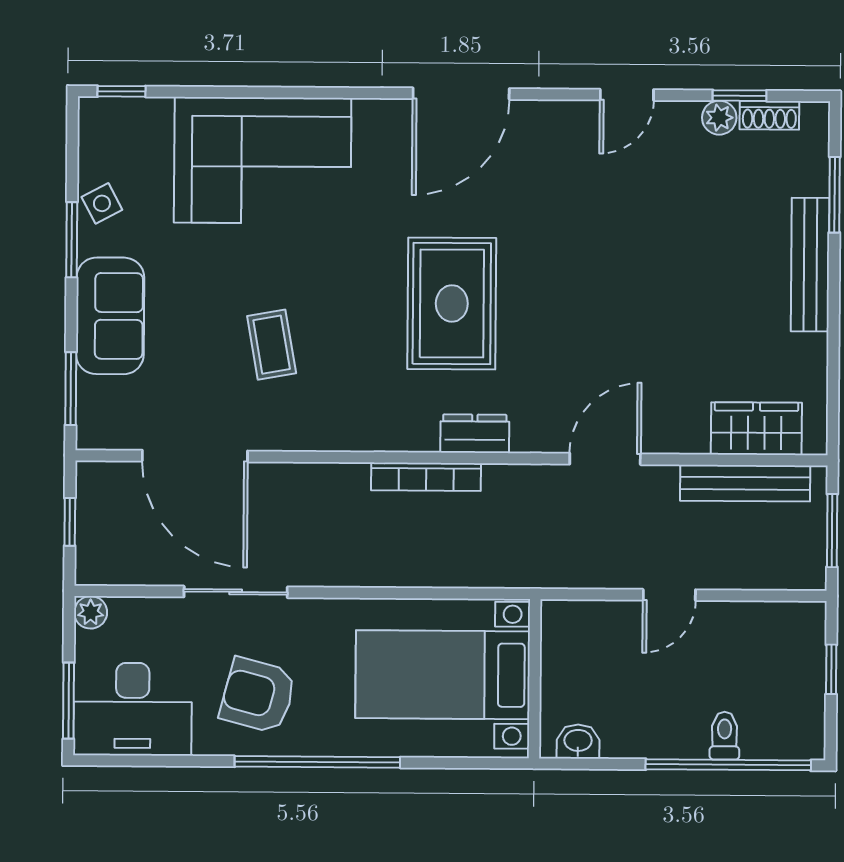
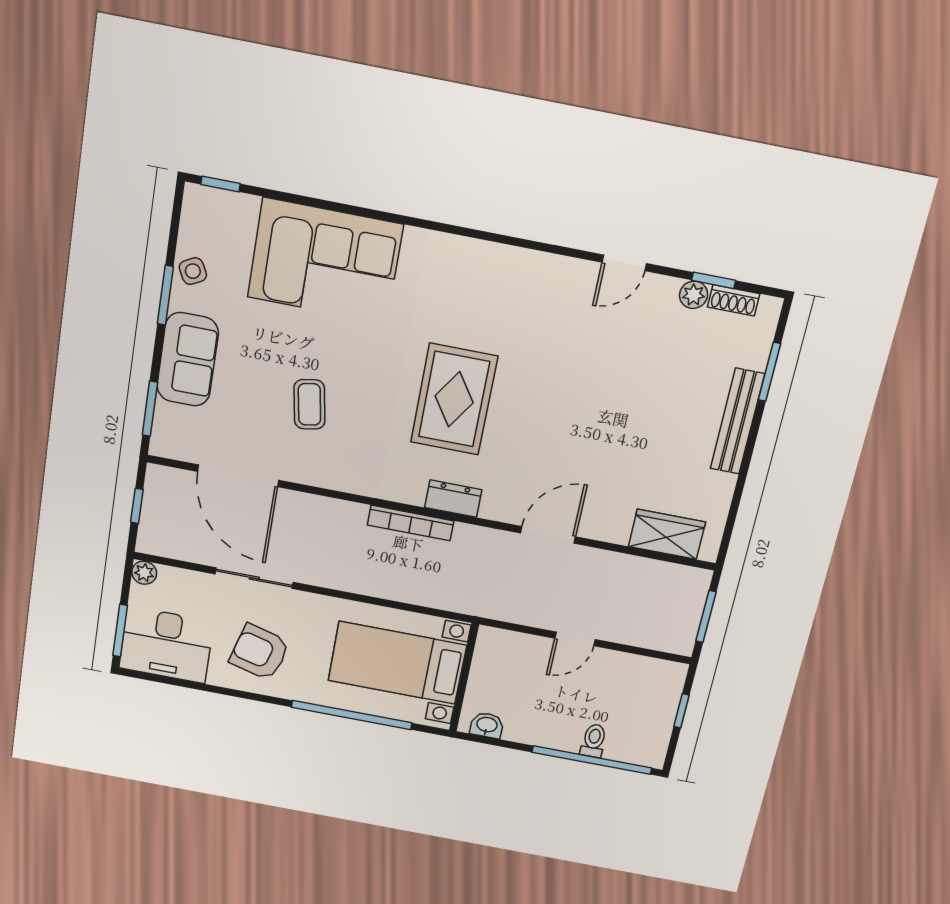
door: (461, 94) -> (492, 237), removed
bench: (745, 483) -> (649, 571), removed
window: (317, 762) -> (352, 715), moved

